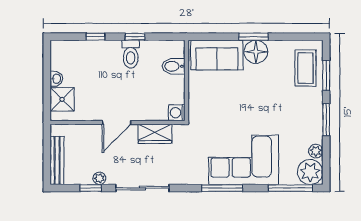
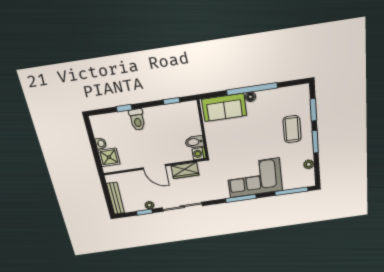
window: (135, 37) -> (172, 101), moved
window: (253, 37) -> (252, 89), width x2.11
floor lamp: (256, 52) -> (250, 97), width x0.53, depth x0.53
toilet: (131, 54) -> (137, 120), moved
bidet: (174, 66) -> (194, 142), moved
coffee table: (305, 68) -> (292, 129), moved
door: (117, 122) -> (154, 167), hinge flipped
plant: (310, 172) -> (305, 179), removed

